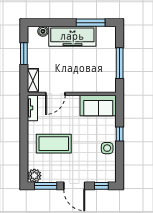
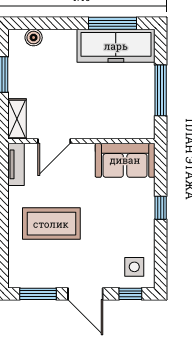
freezer: (72, 36) -> (116, 46), moved
side table: (107, 148) -> (134, 267), moved
plant: (34, 176) -> (19, 277), removed

